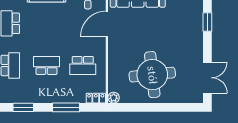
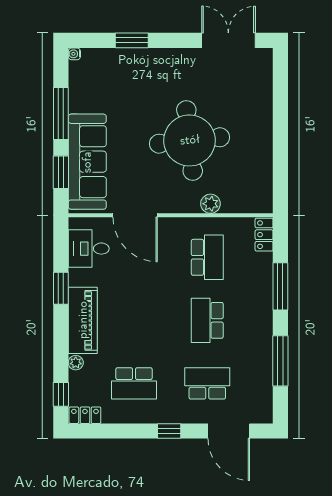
round table: (152, 75) -> (190, 140), moved
plant: (114, 98) -> (210, 204), moved
window: (23, 107) -> (280, 361), width x1.44

